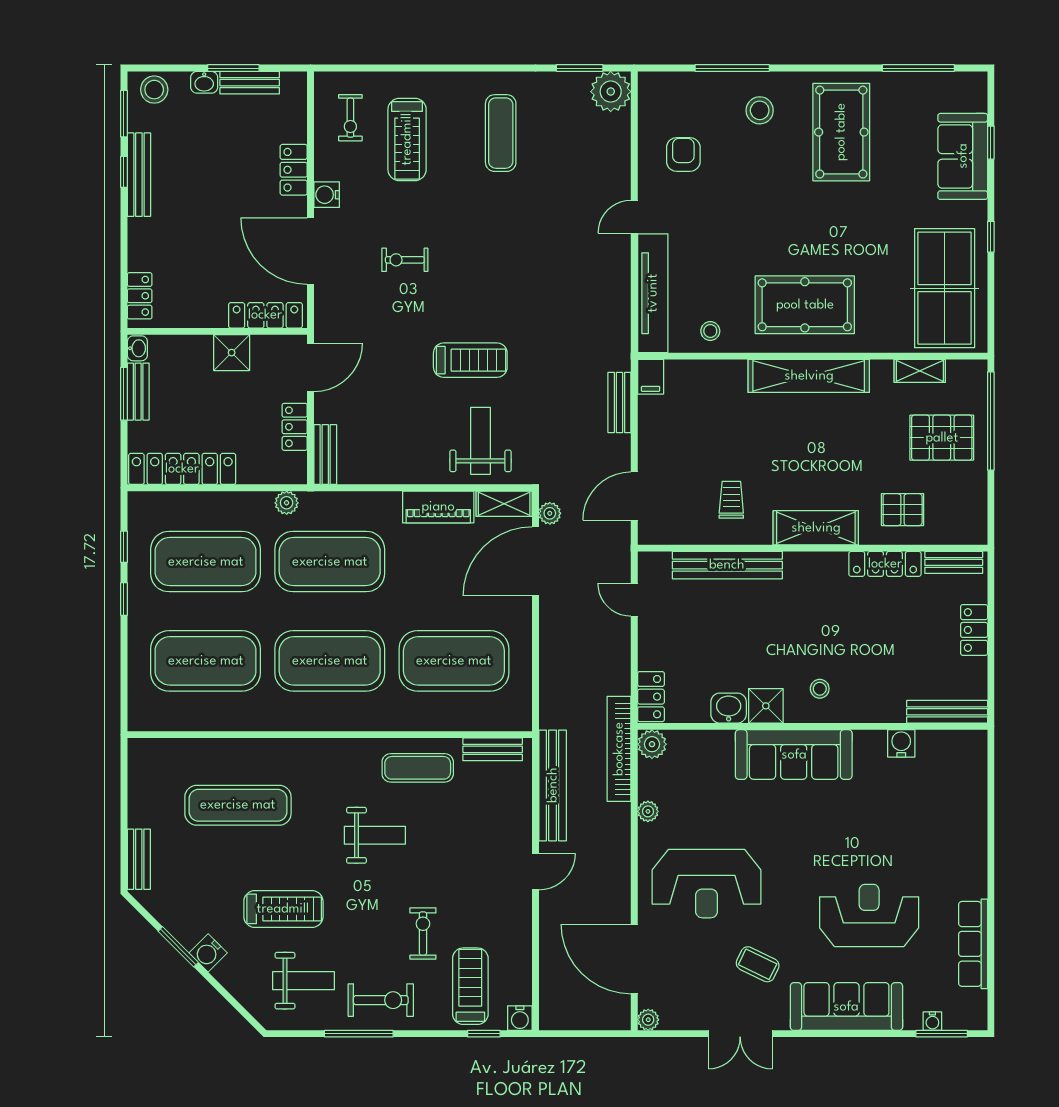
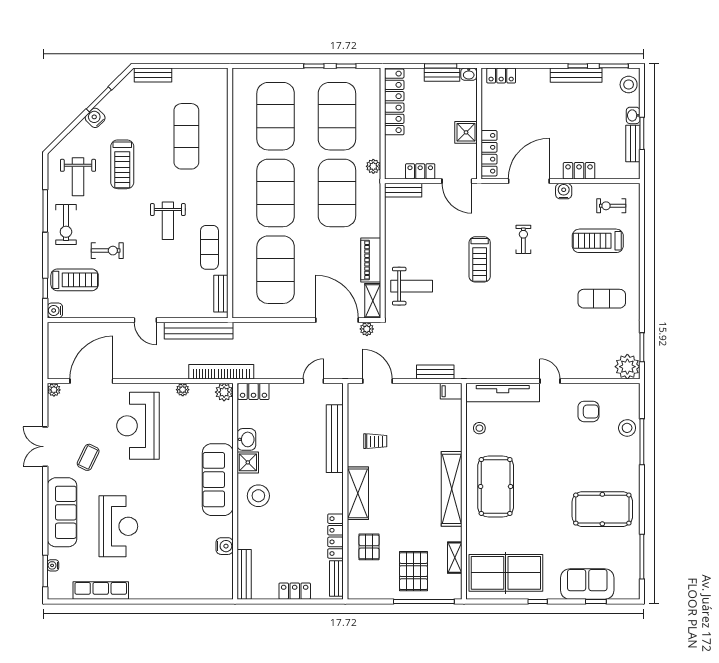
stool: (760, 110) -> (627, 428), moved
treadmill: (470, 360) -> (480, 259), moved
stool: (820, 689) -> (258, 496), width x1.89, depth x1.89

